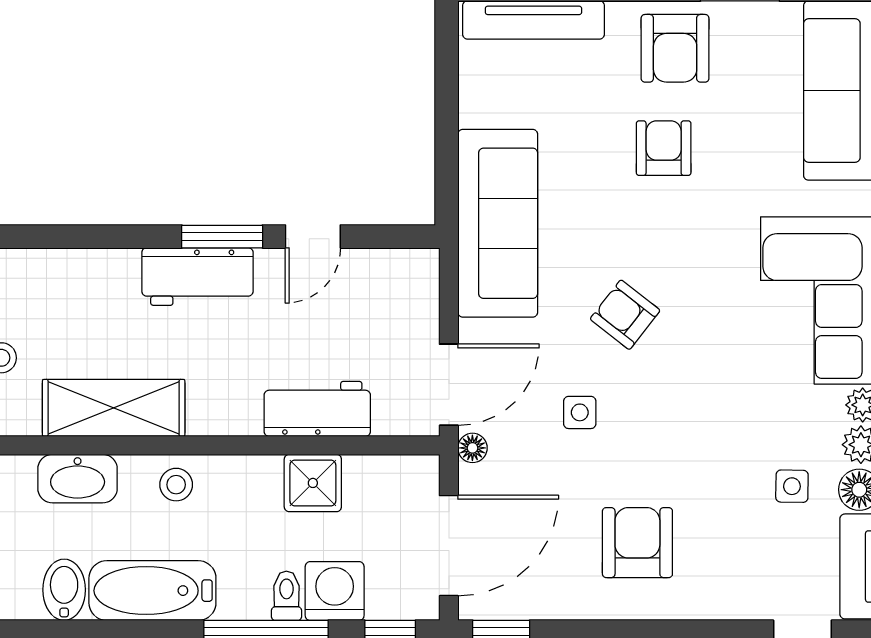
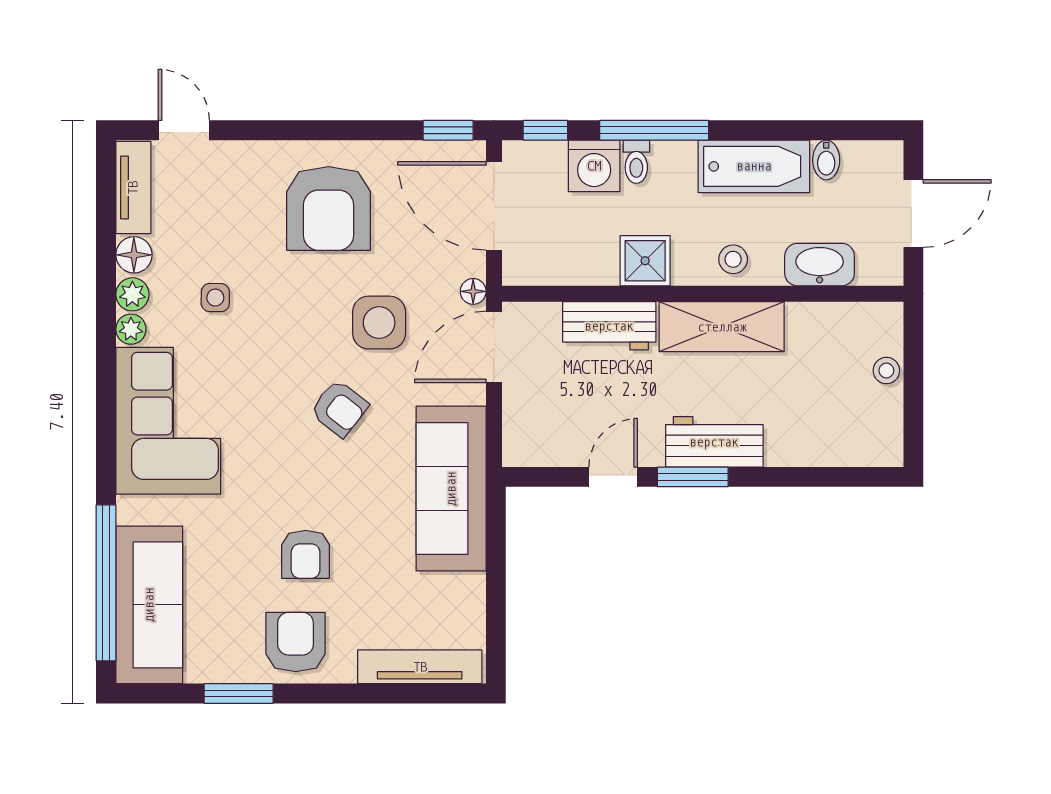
shelving: (114, 408) -> (722, 327), moved
side table: (580, 412) -> (379, 323), width x1.87, depth x1.87
shower: (313, 483) -> (645, 261), moved
side table: (792, 486) -> (215, 298), moved
armchair: (637, 543) -> (329, 208), width x1.36, depth x1.36
door: (449, 546) -> (494, 206), hinge flipped
bidet: (64, 590) -> (826, 160), width x0.72, depth x0.74

